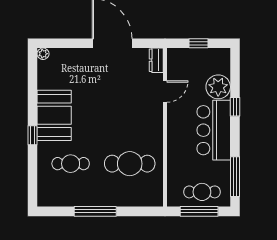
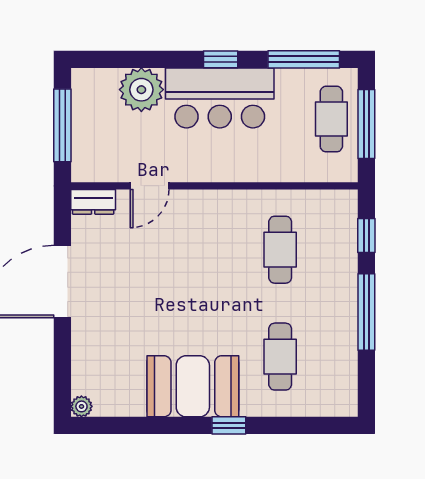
window: (198, 43) -> (62, 125), width x2.17
door: (165, 91) -> (150, 186), swing flipped
window: (235, 107) -> (221, 59), moved
cafe table: (130, 164) -> (280, 250), width x0.73, depth x0.74
window: (138, 211) -> (366, 235), added

